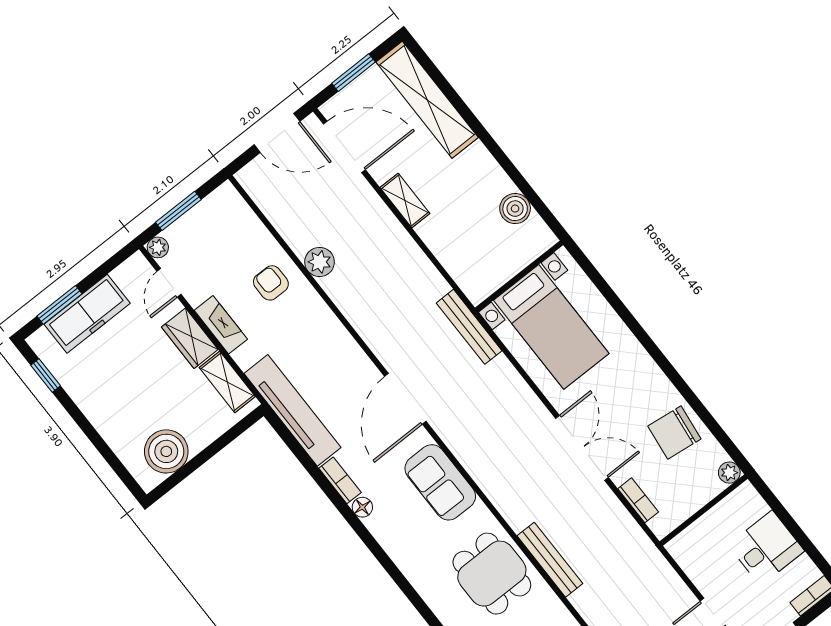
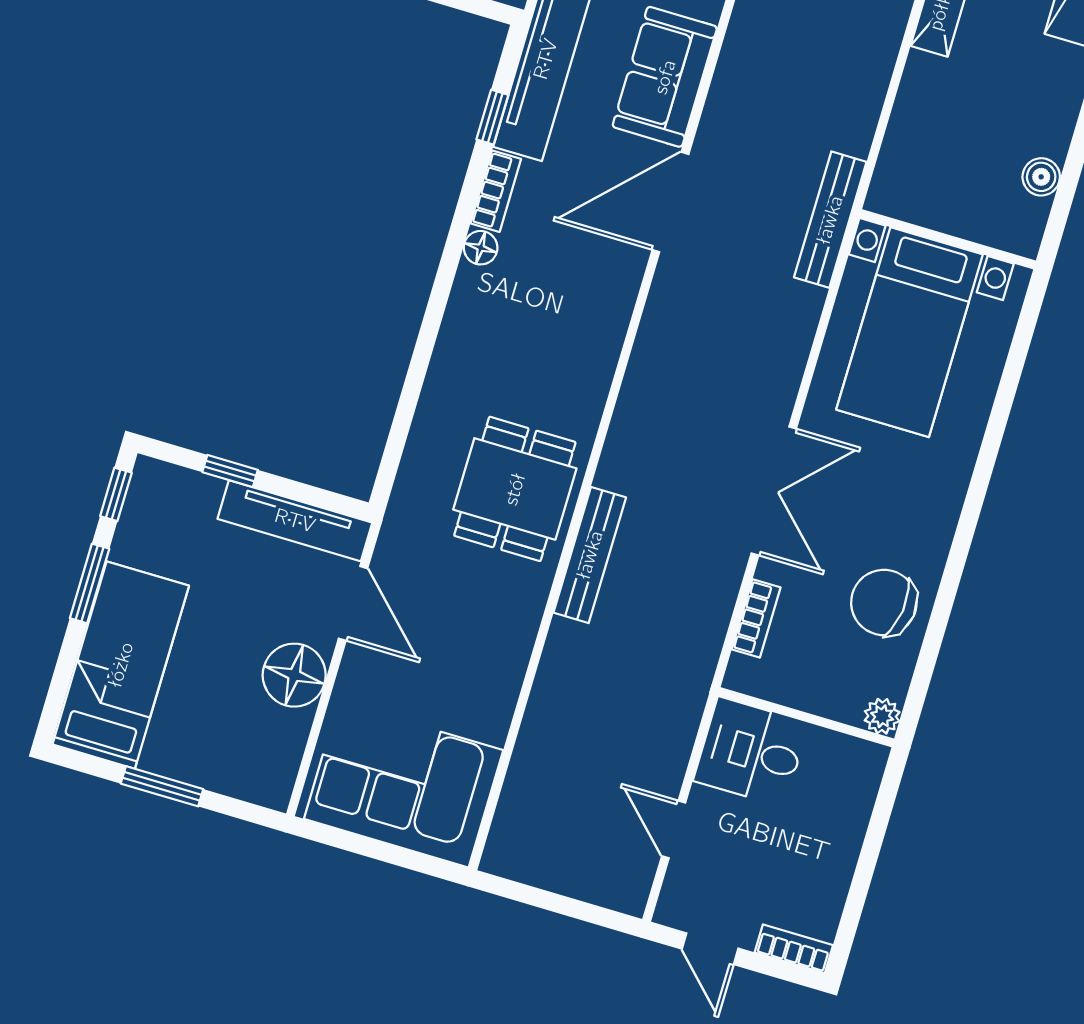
boiler: (515, 209) -> (1041, 177), width x0.73, depth x0.73
window: (303, 456) -> (492, 117), added
sofa: (440, 482) -> (665, 77), moved
desk: (766, 548) -> (751, 752), moved, turned 180

